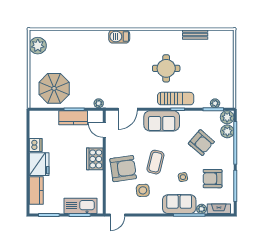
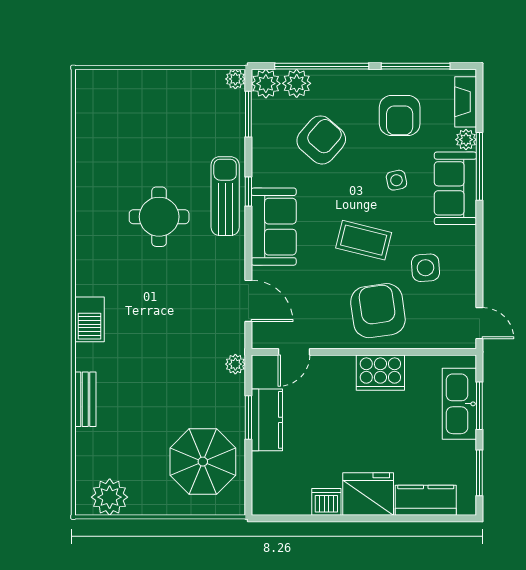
bench: (195, 35) -> (85, 399), moved
plant: (215, 103) -> (235, 79), moved
cooker: (95, 159) -> (380, 373), moved

